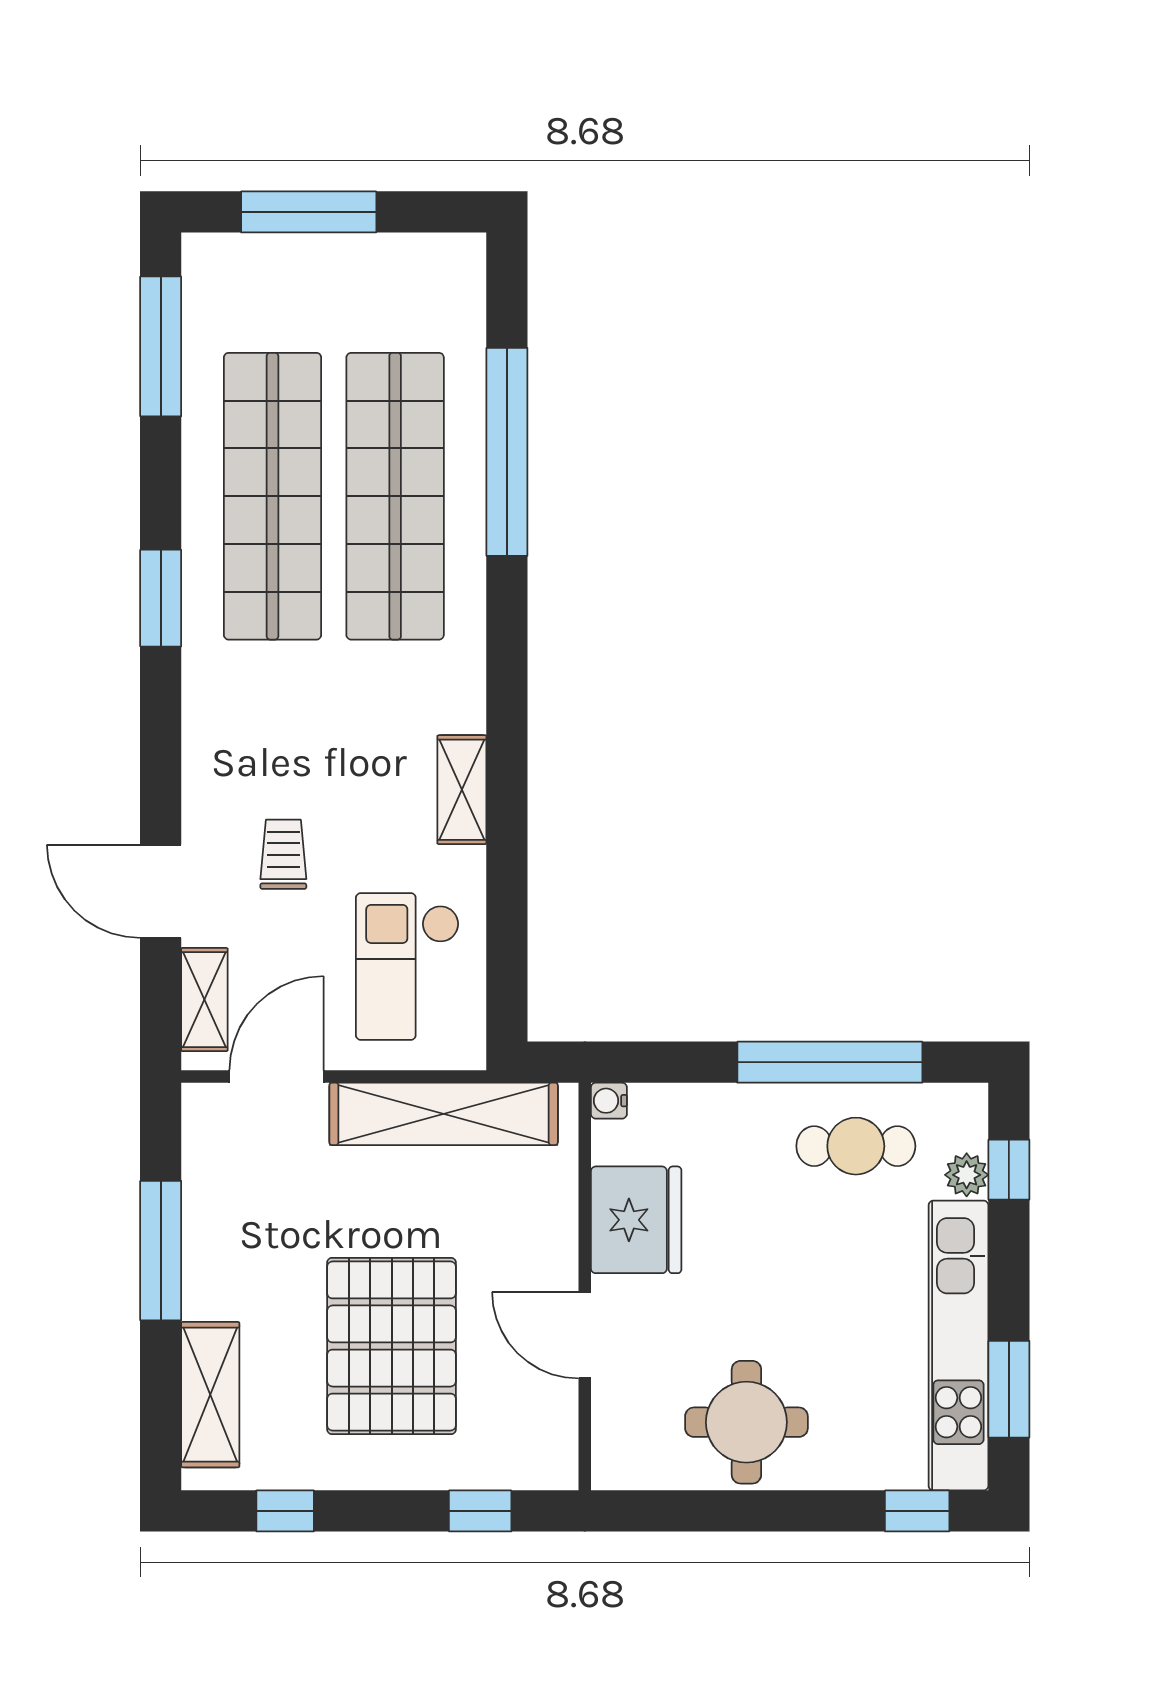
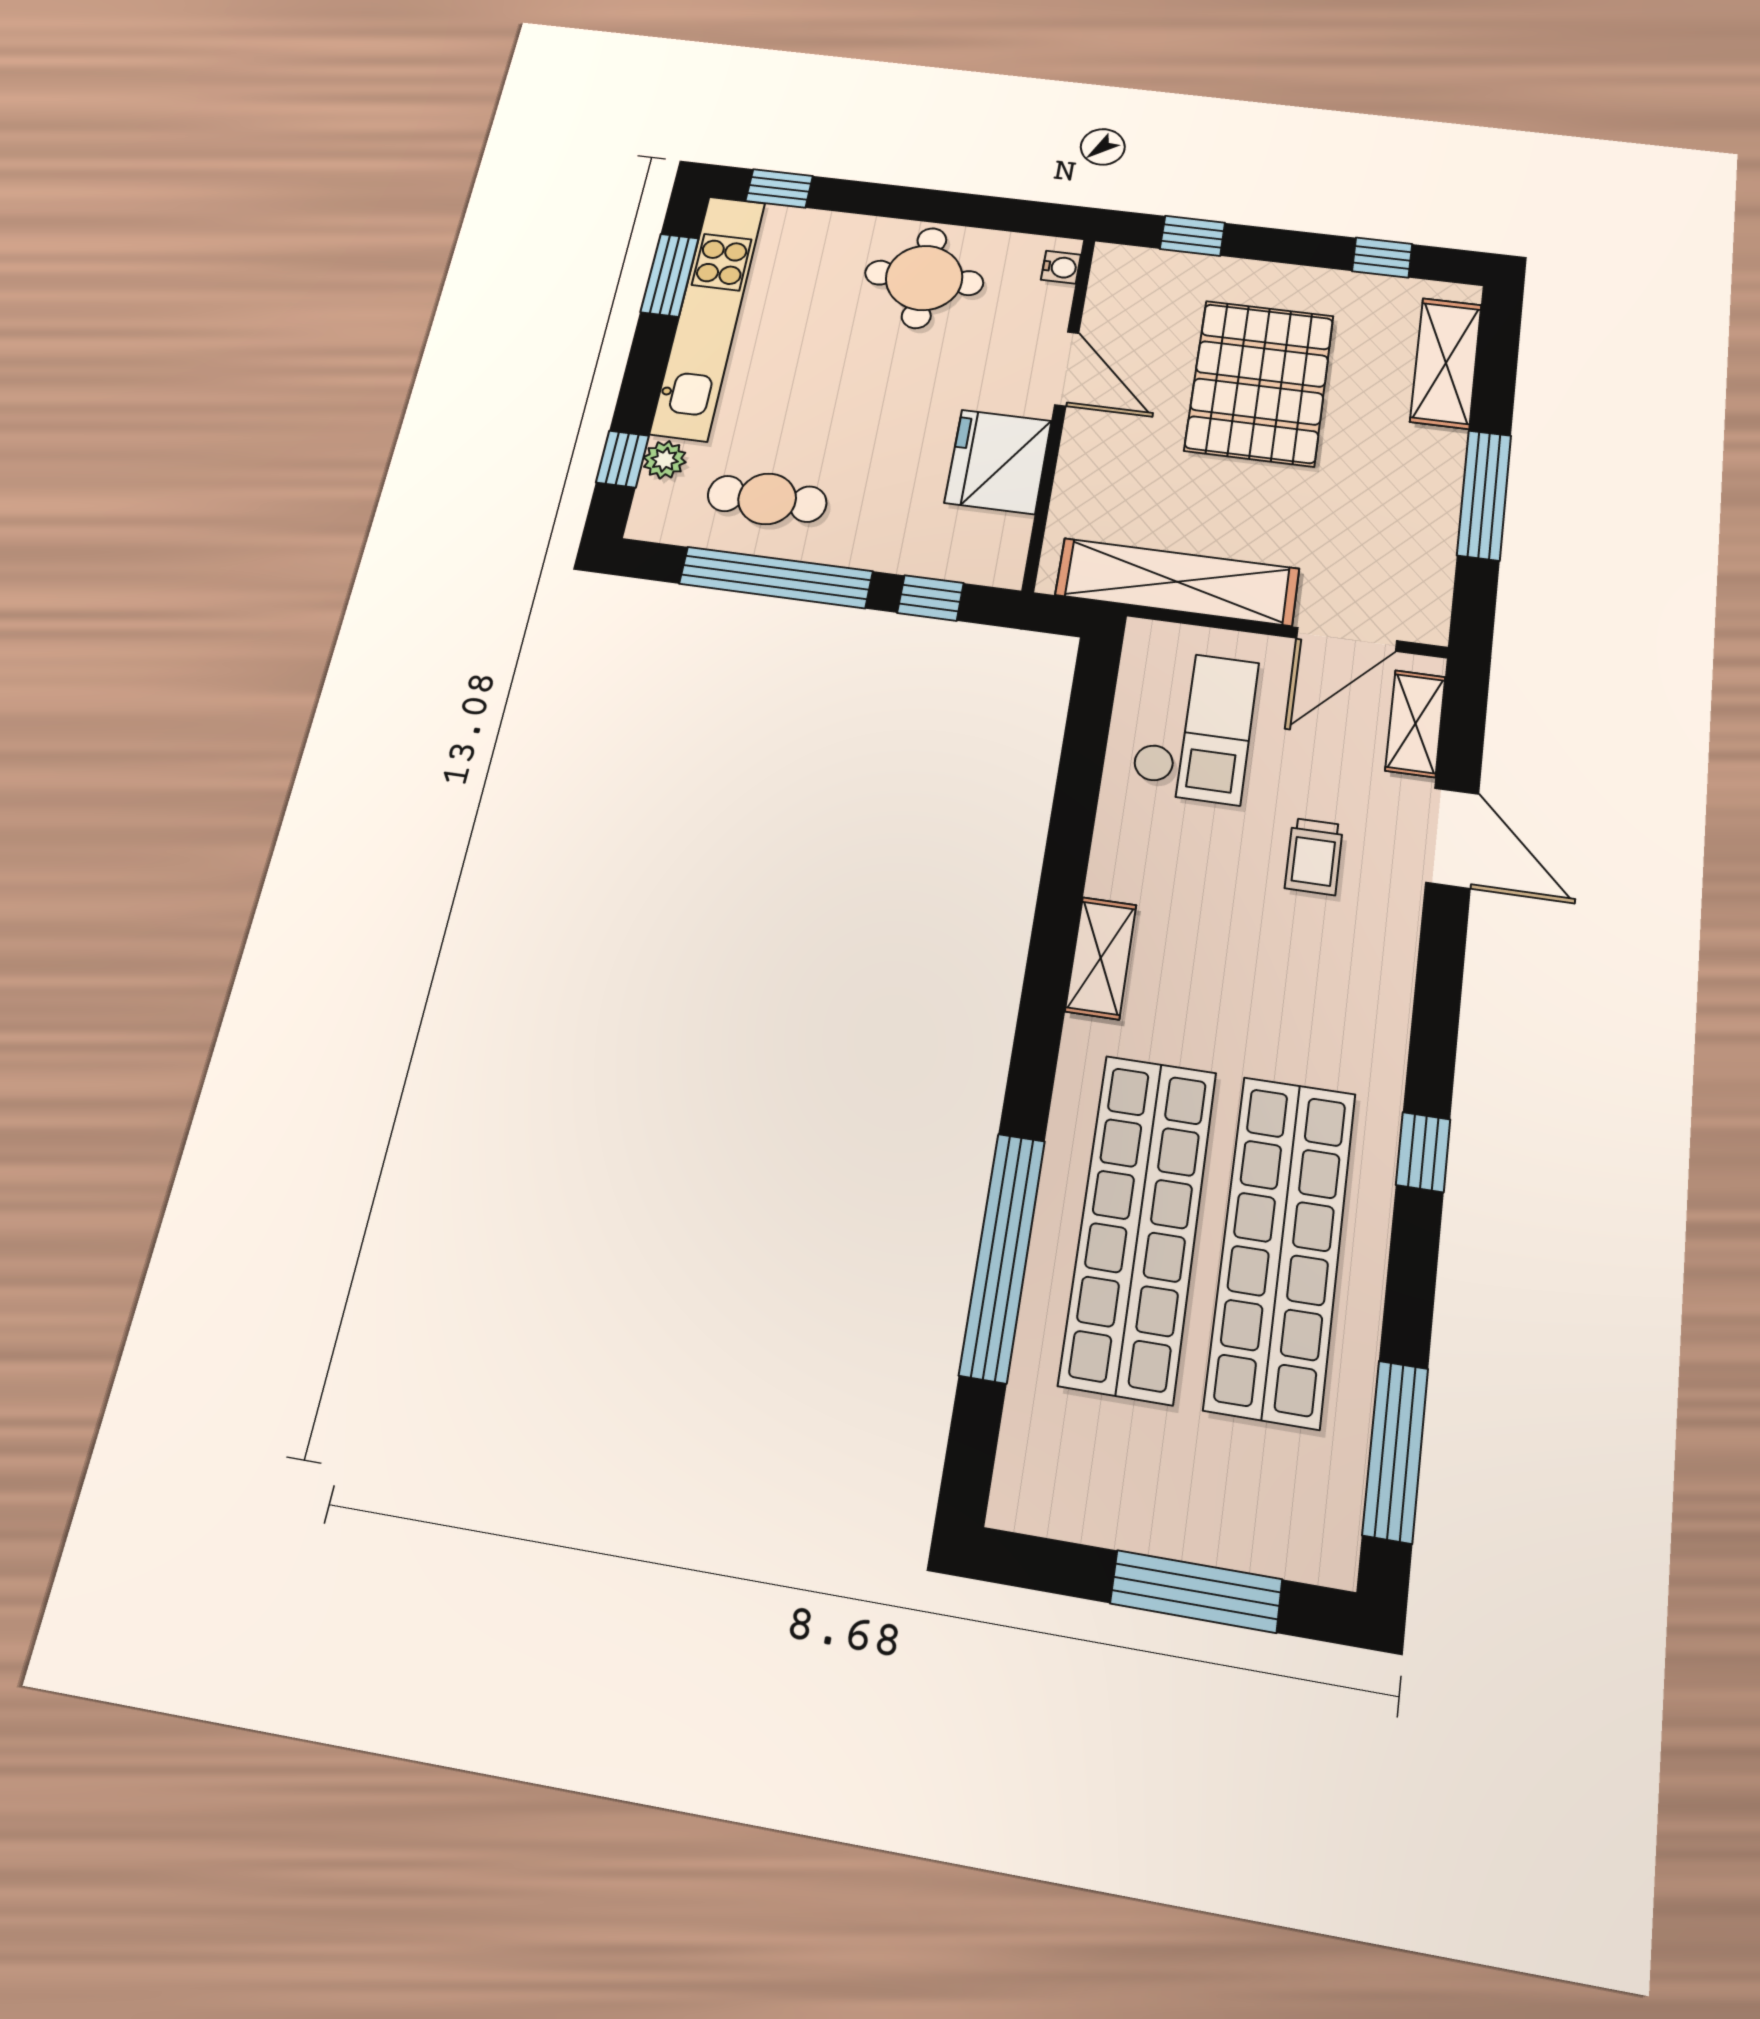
window: (161, 598) -> (1423, 1152), width x0.67
shelving: (462, 790) -> (1101, 958), moved
window: (677, 1062) -> (931, 598), added
water cooler: (609, 1101) -> (1061, 267), moved

